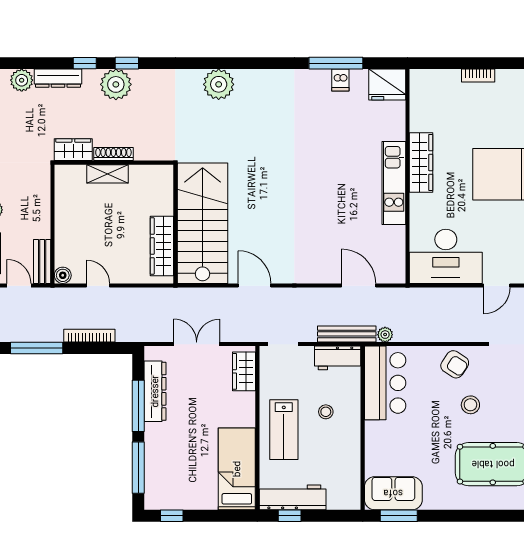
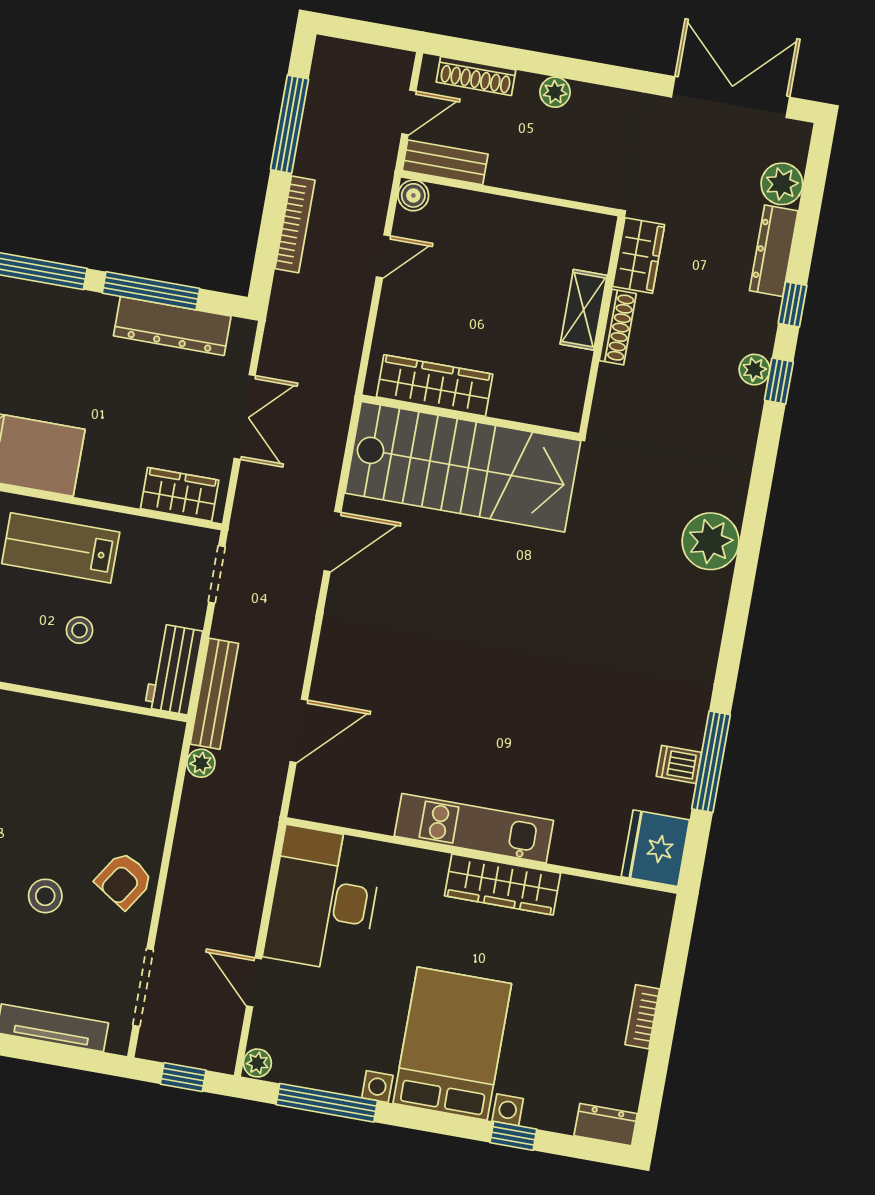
plant: (116, 84) -> (754, 370), width x0.53, depth x0.53
bar counter: (385, 383) -> (113, 748), removed

